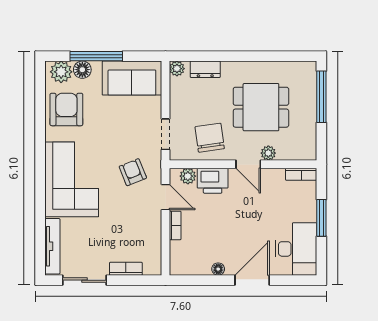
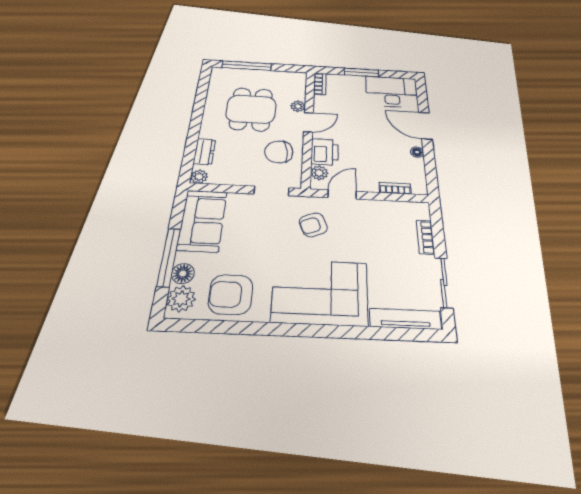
bookcase: (175, 225) -> (395, 188), moved

